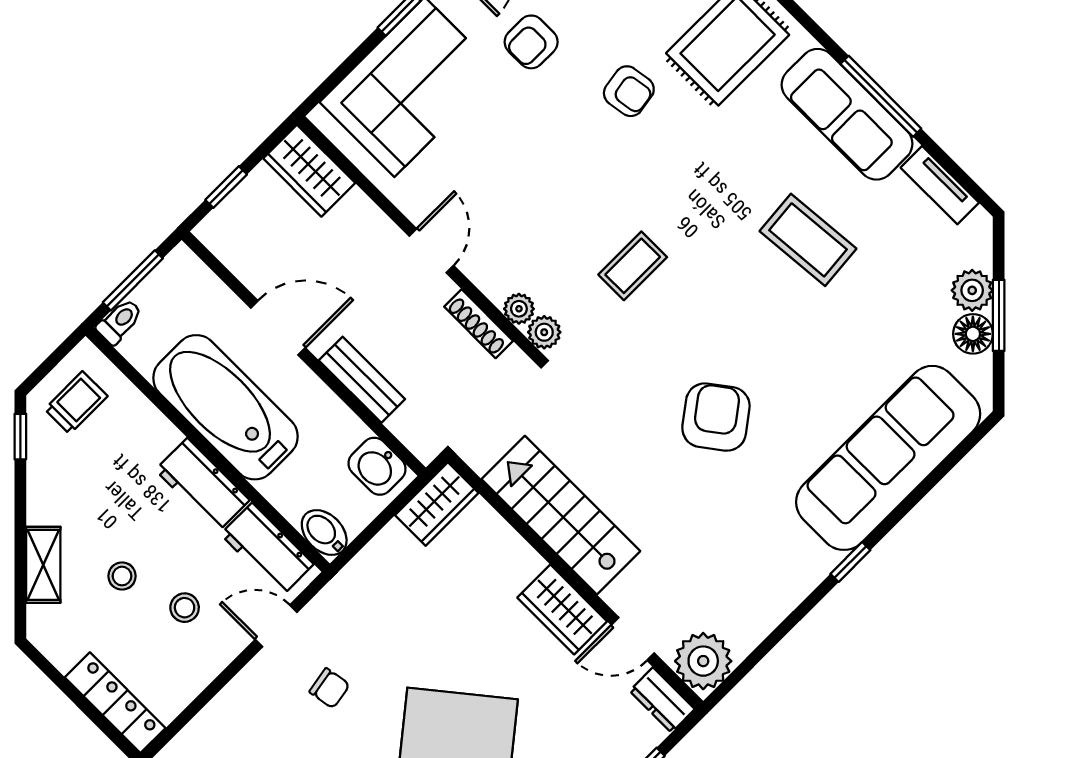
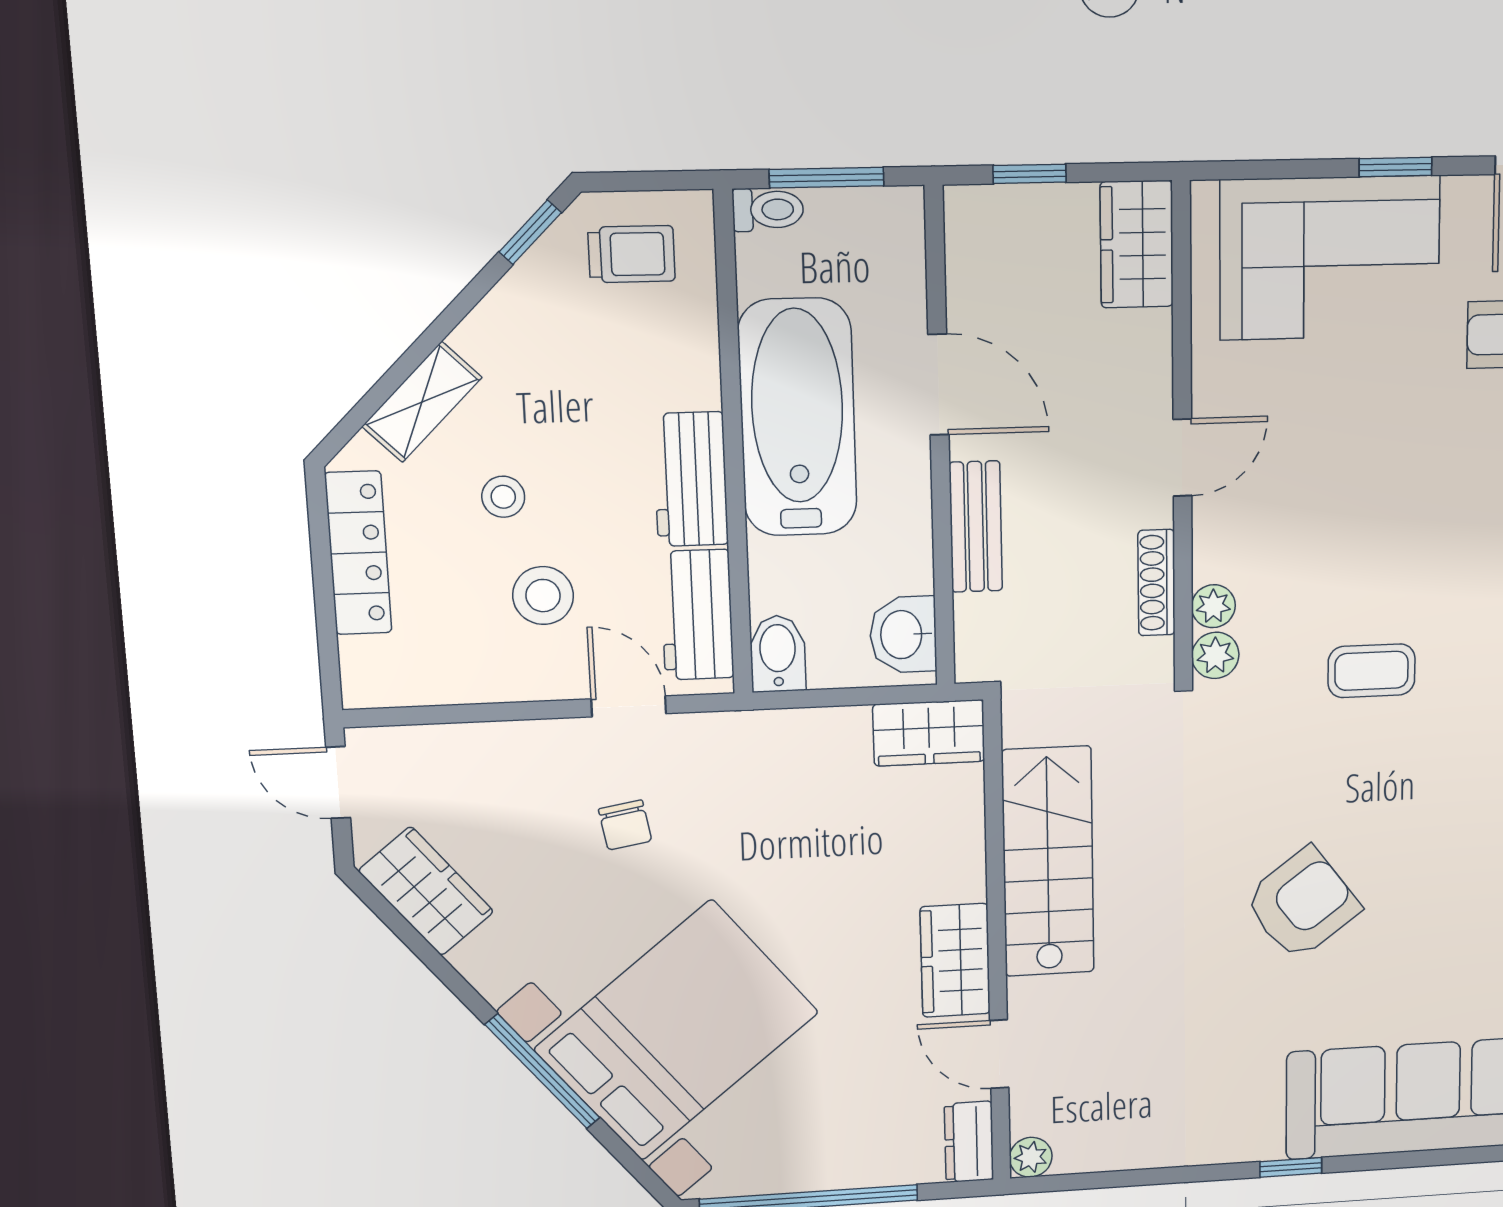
stool: (185, 608) -> (543, 596), width x1.37, depth x1.37
plant: (703, 661) -> (1031, 1157), width x0.53, depth x0.53
locker: (115, 703) -> (358, 553), moved

